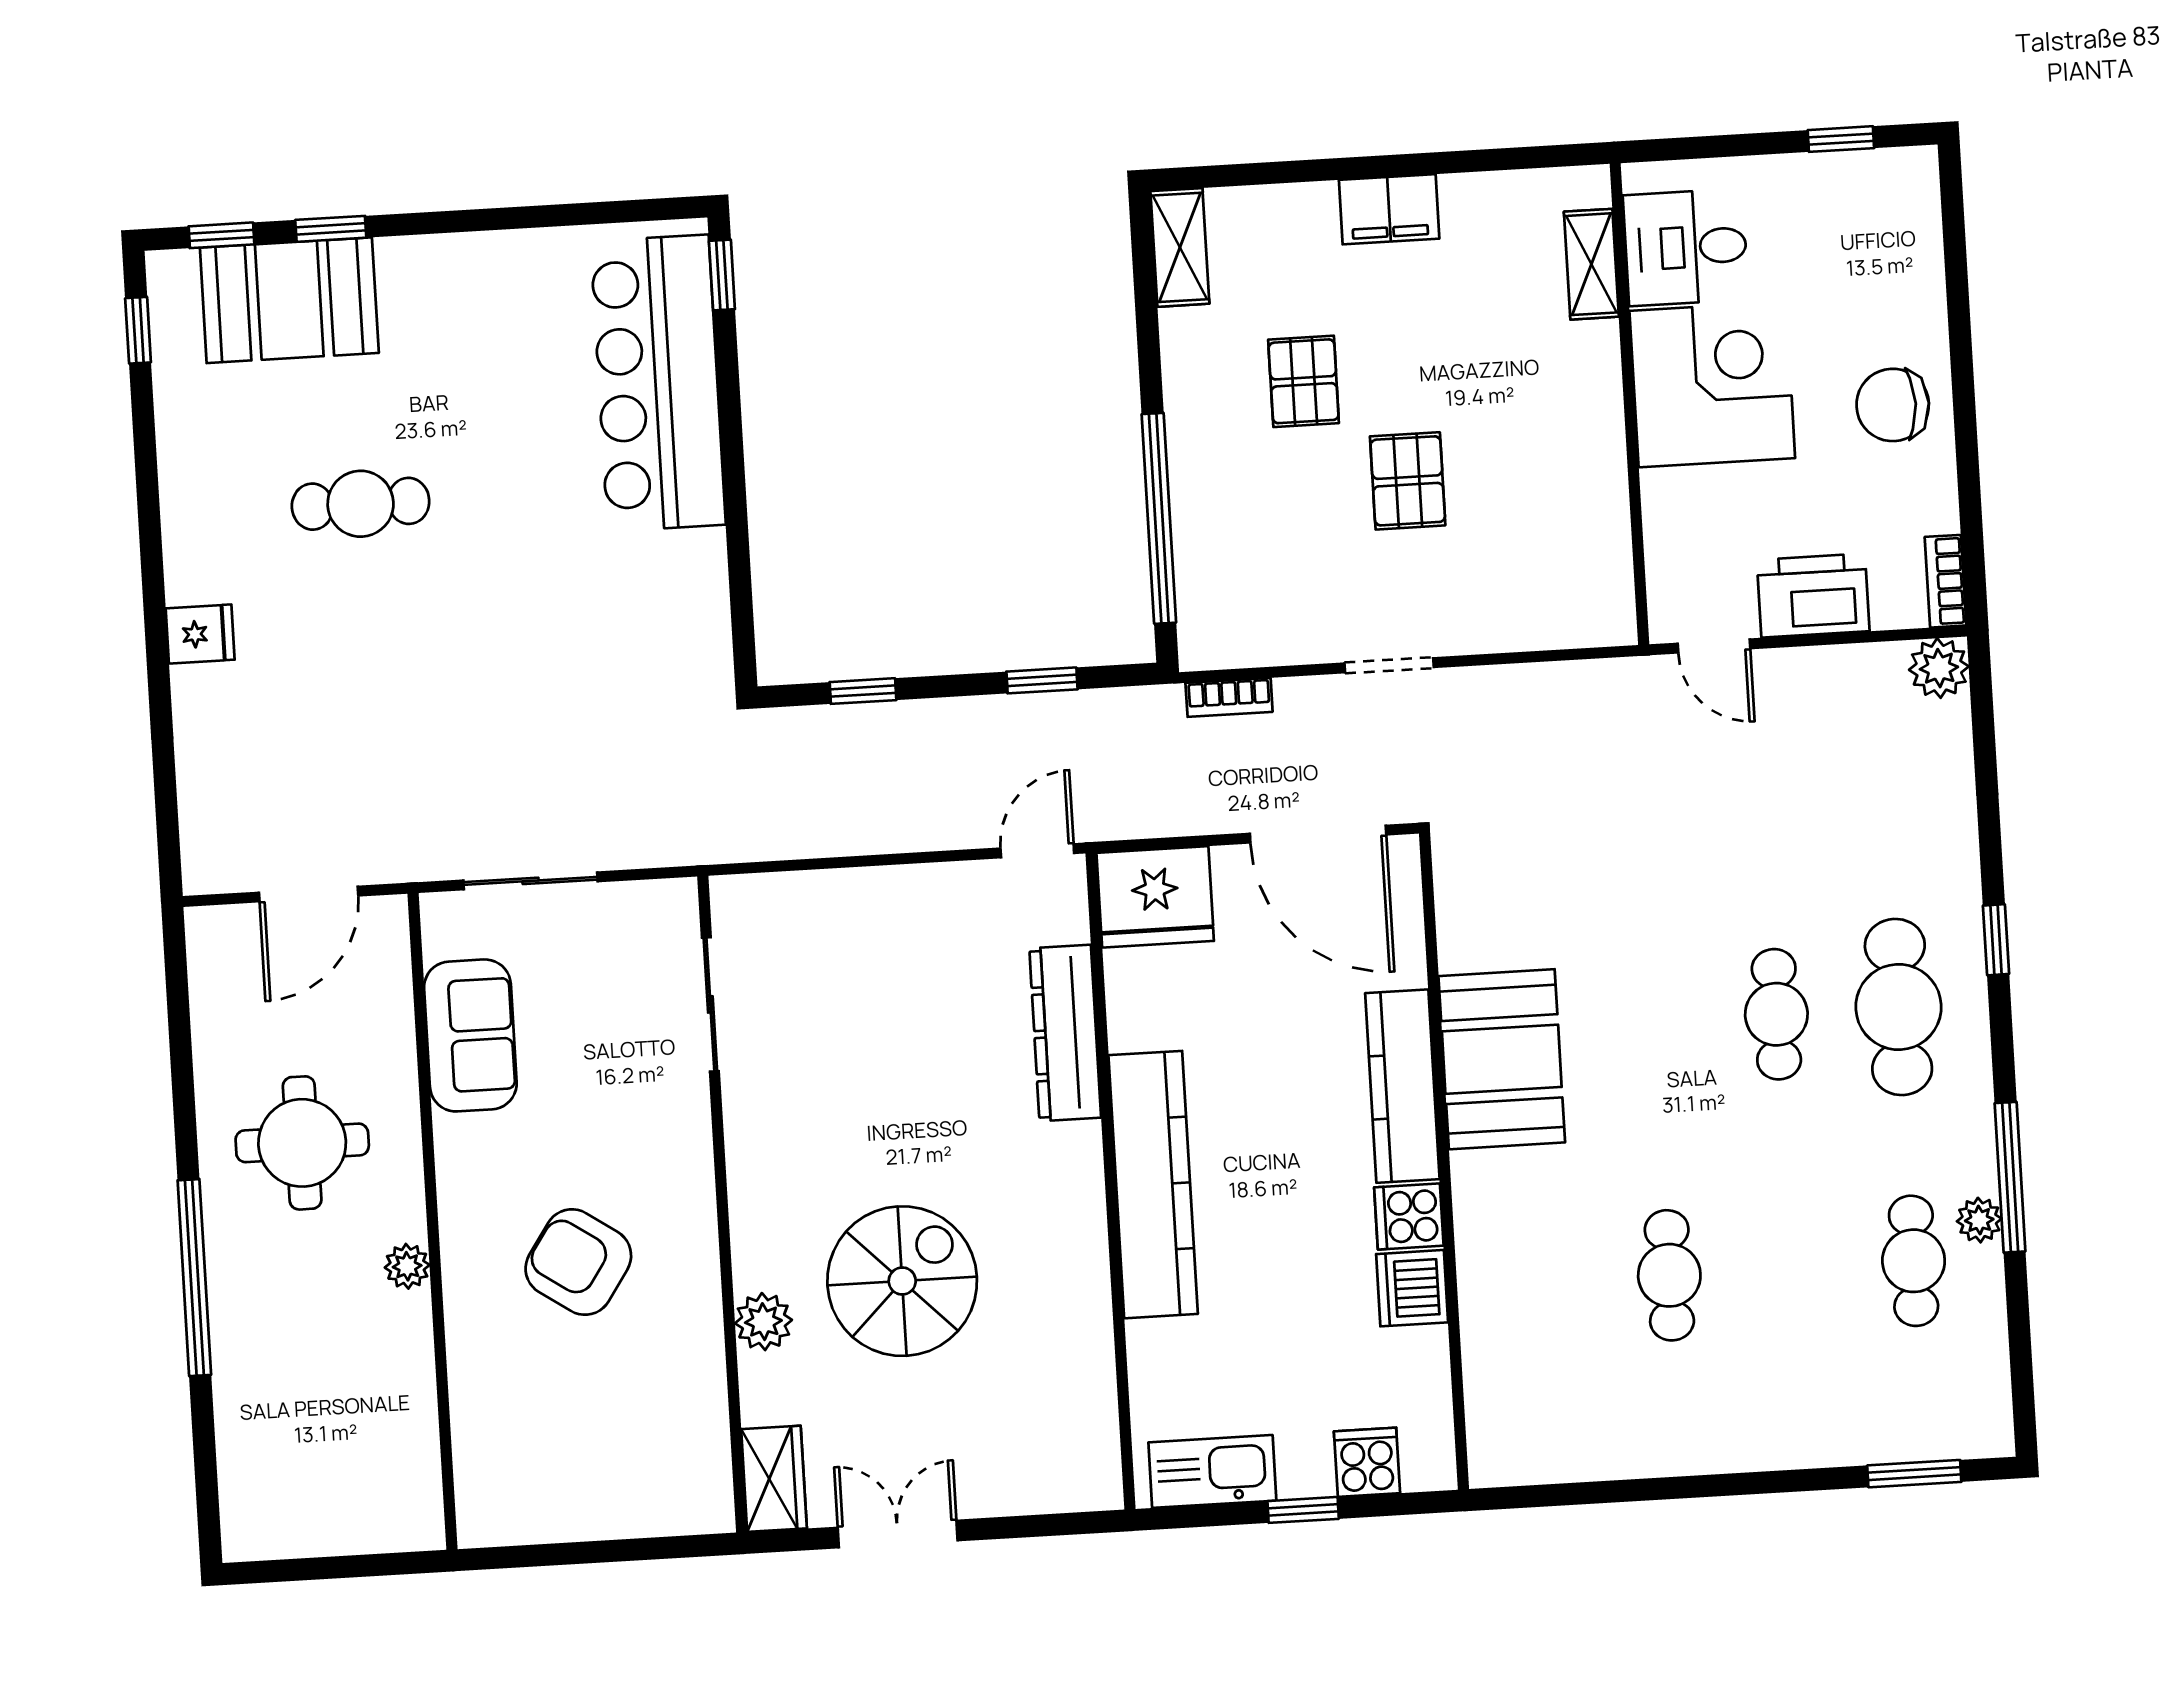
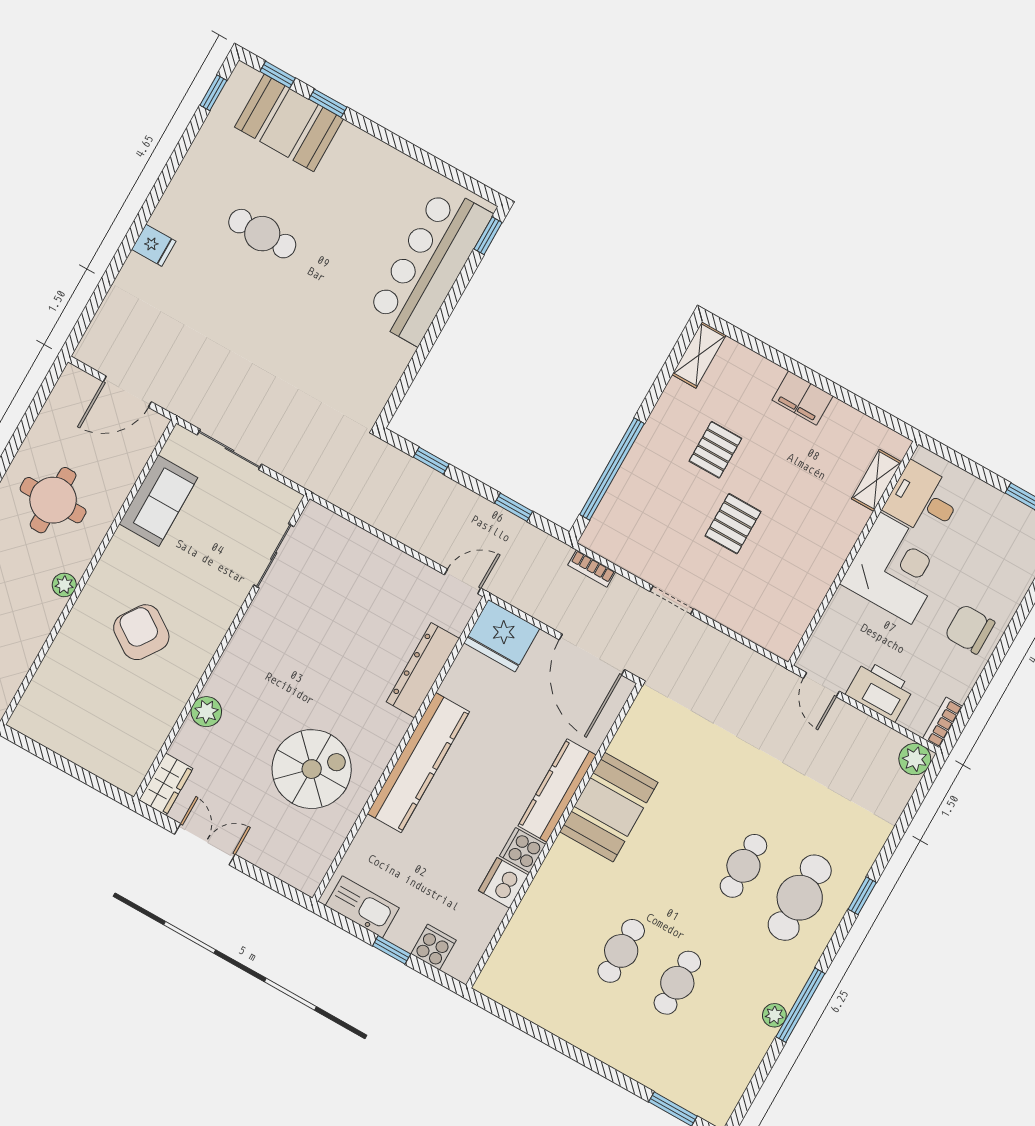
cafe table: (1914, 1261) -> (677, 983), moved
spiral stairs: (902, 1281) -> (312, 769), moved

